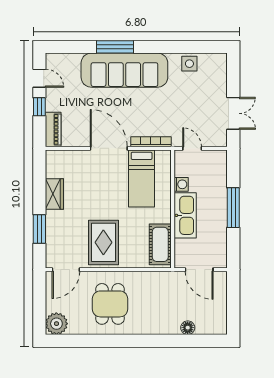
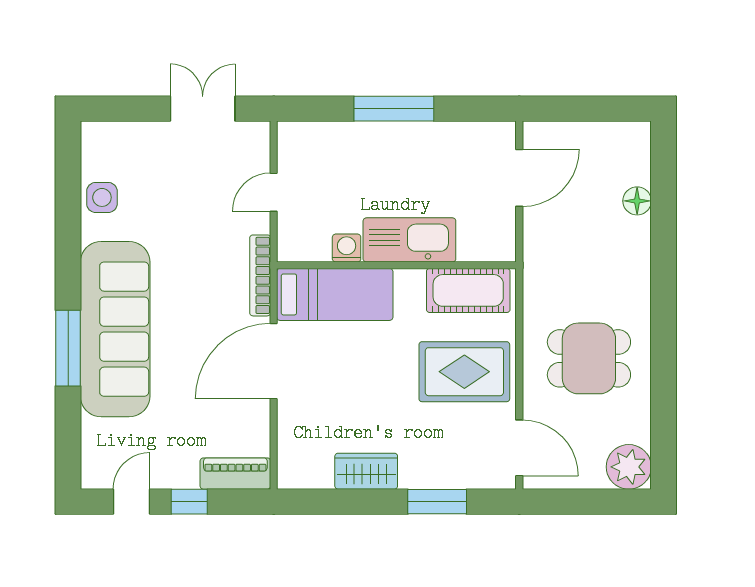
washing machine: (181, 184) -> (347, 248), moved
wall: (173, 209) -> (396, 265), moved
kitchen sink: (185, 215) -> (409, 240), moved
cot: (160, 244) -> (468, 290), moved

